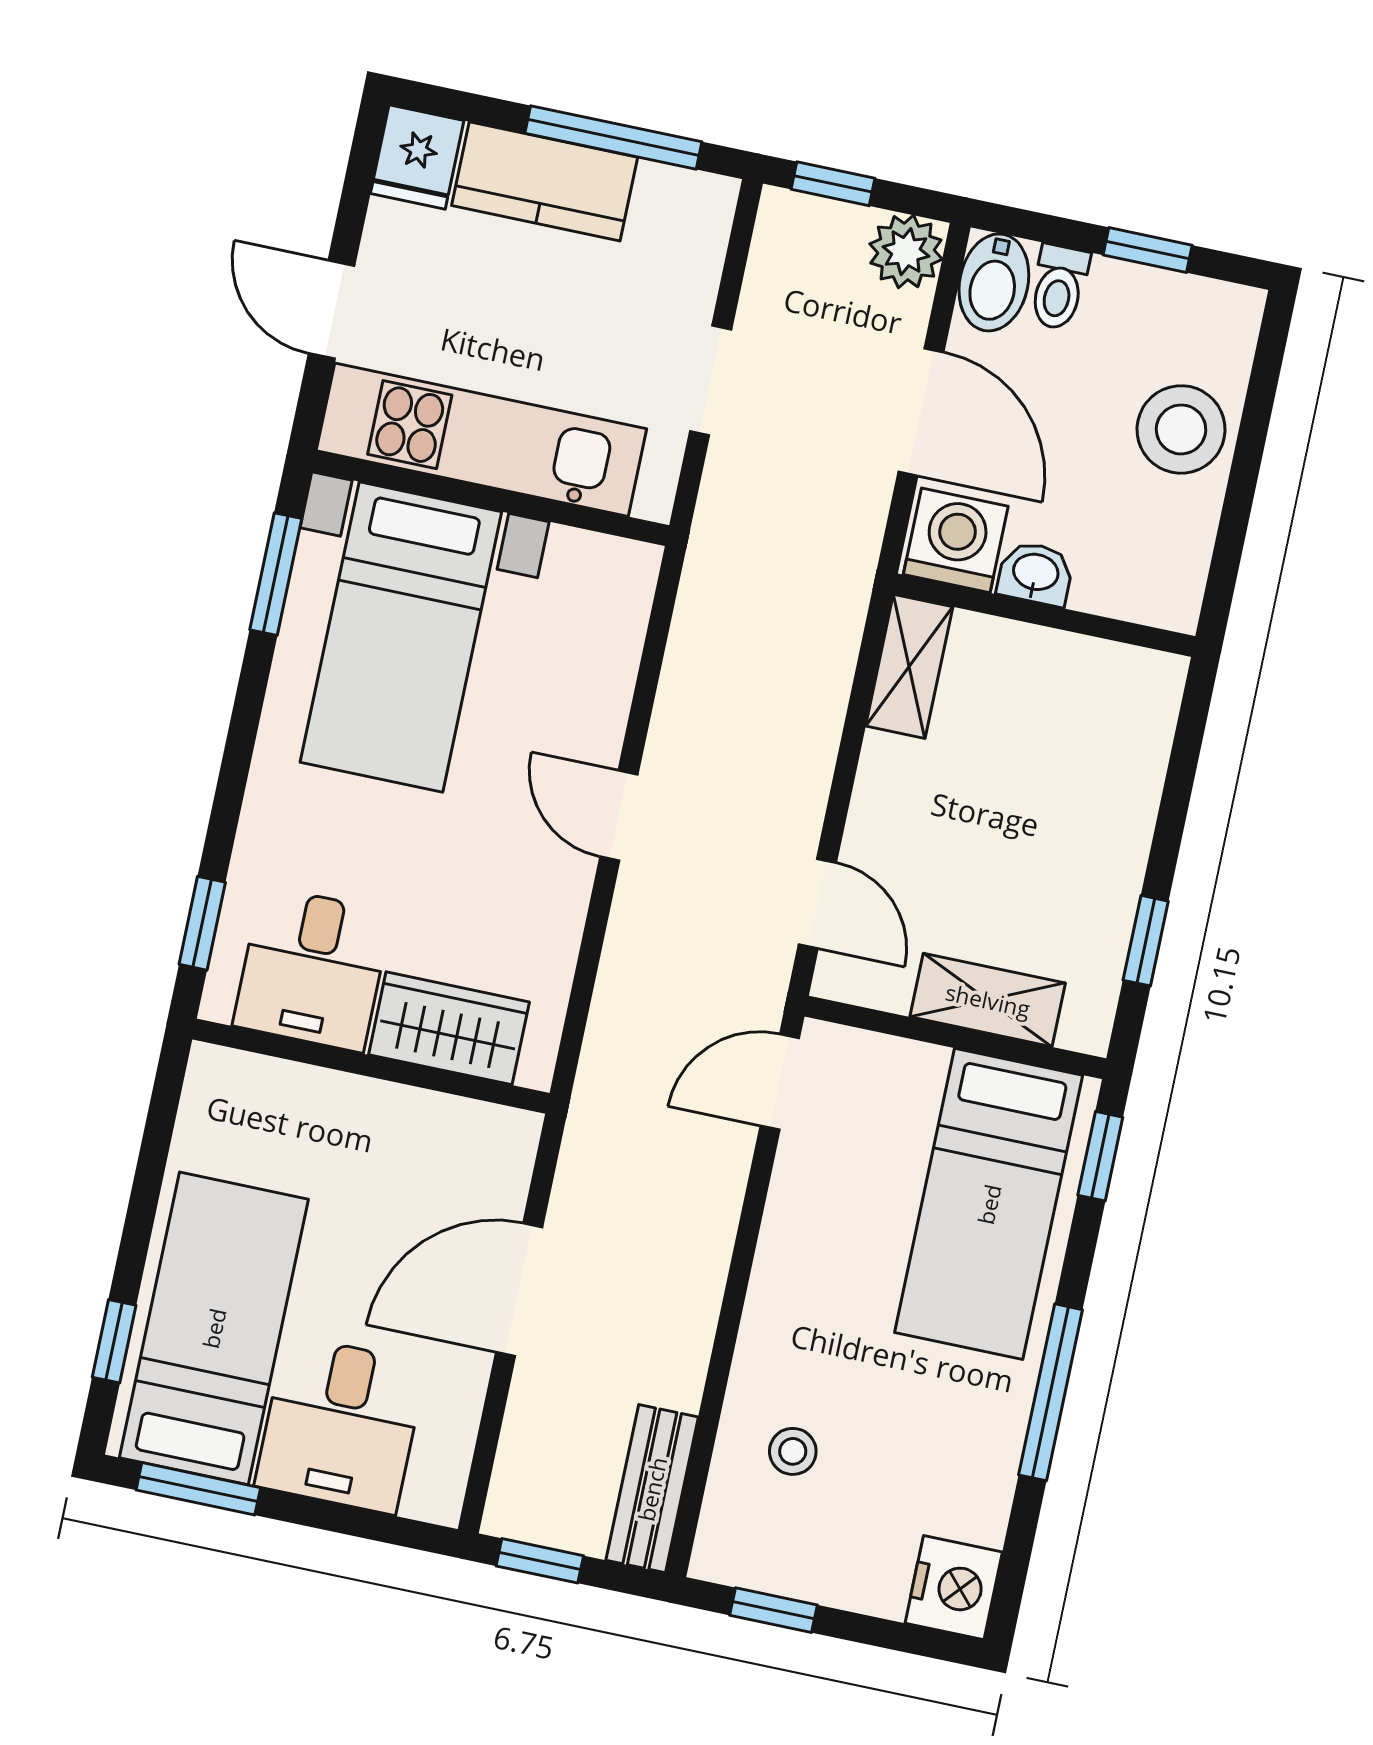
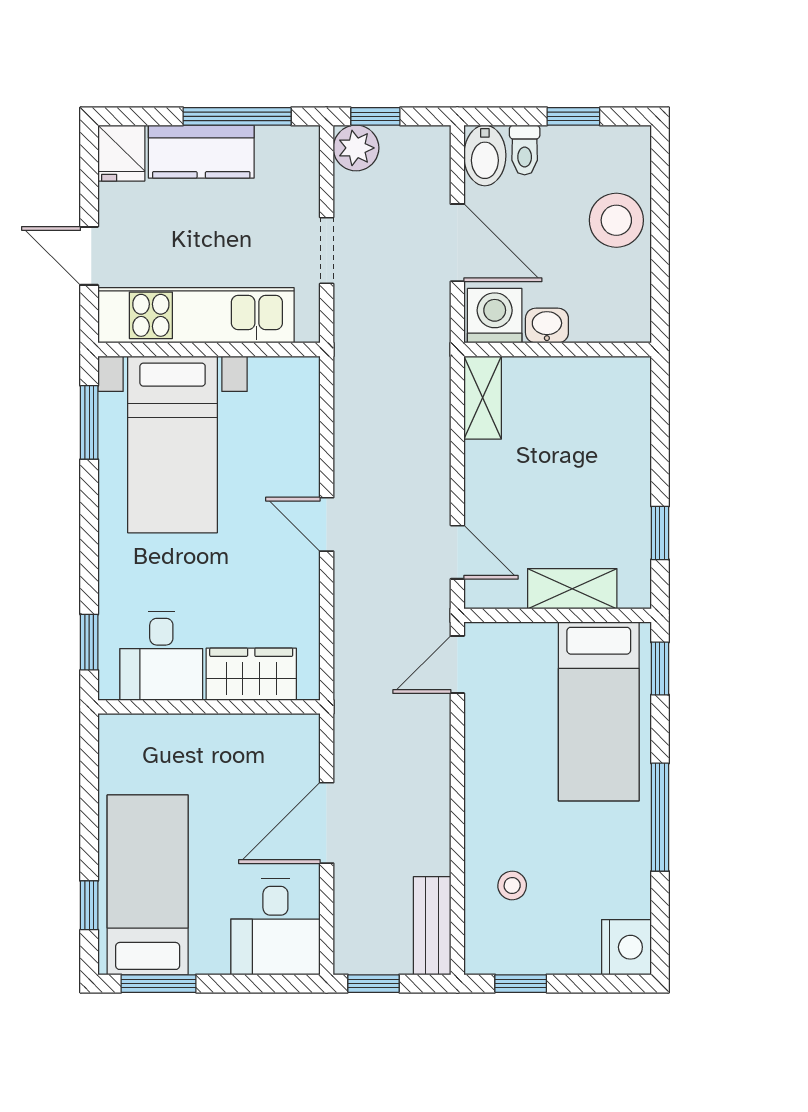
plant: (906, 252) -> (356, 148), moved
desk: (341, 1425) -> (275, 927), moved

